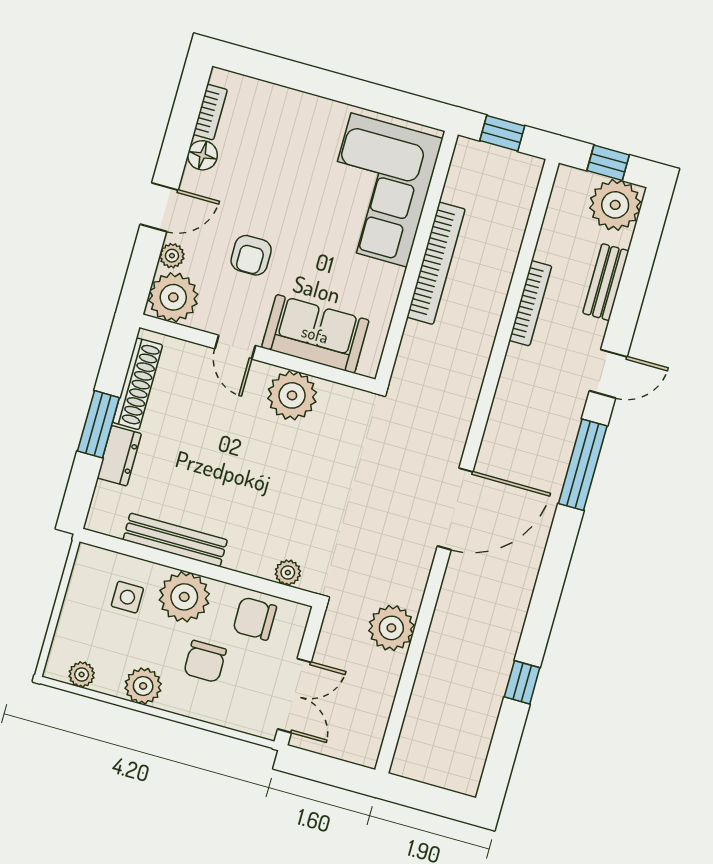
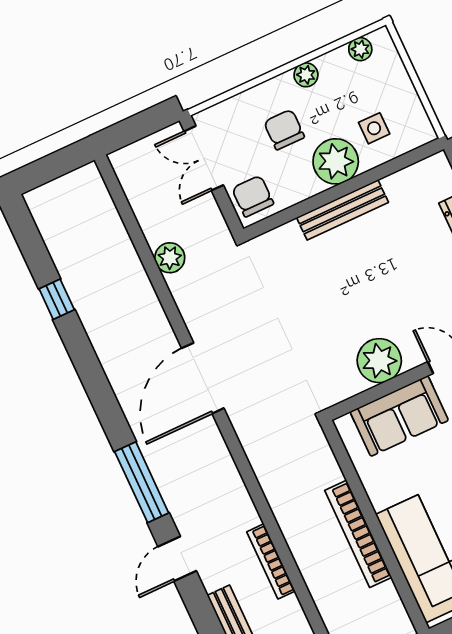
bench: (175, 540) -> (342, 210), moved
plant: (288, 573) -> (279, 238), removed
chair: (255, 619) -> (253, 196), moved, turned -90
plant: (391, 628) -> (170, 258), width x0.73, depth x0.73
plant: (143, 686) -> (306, 75), width x0.73, depth x0.73

